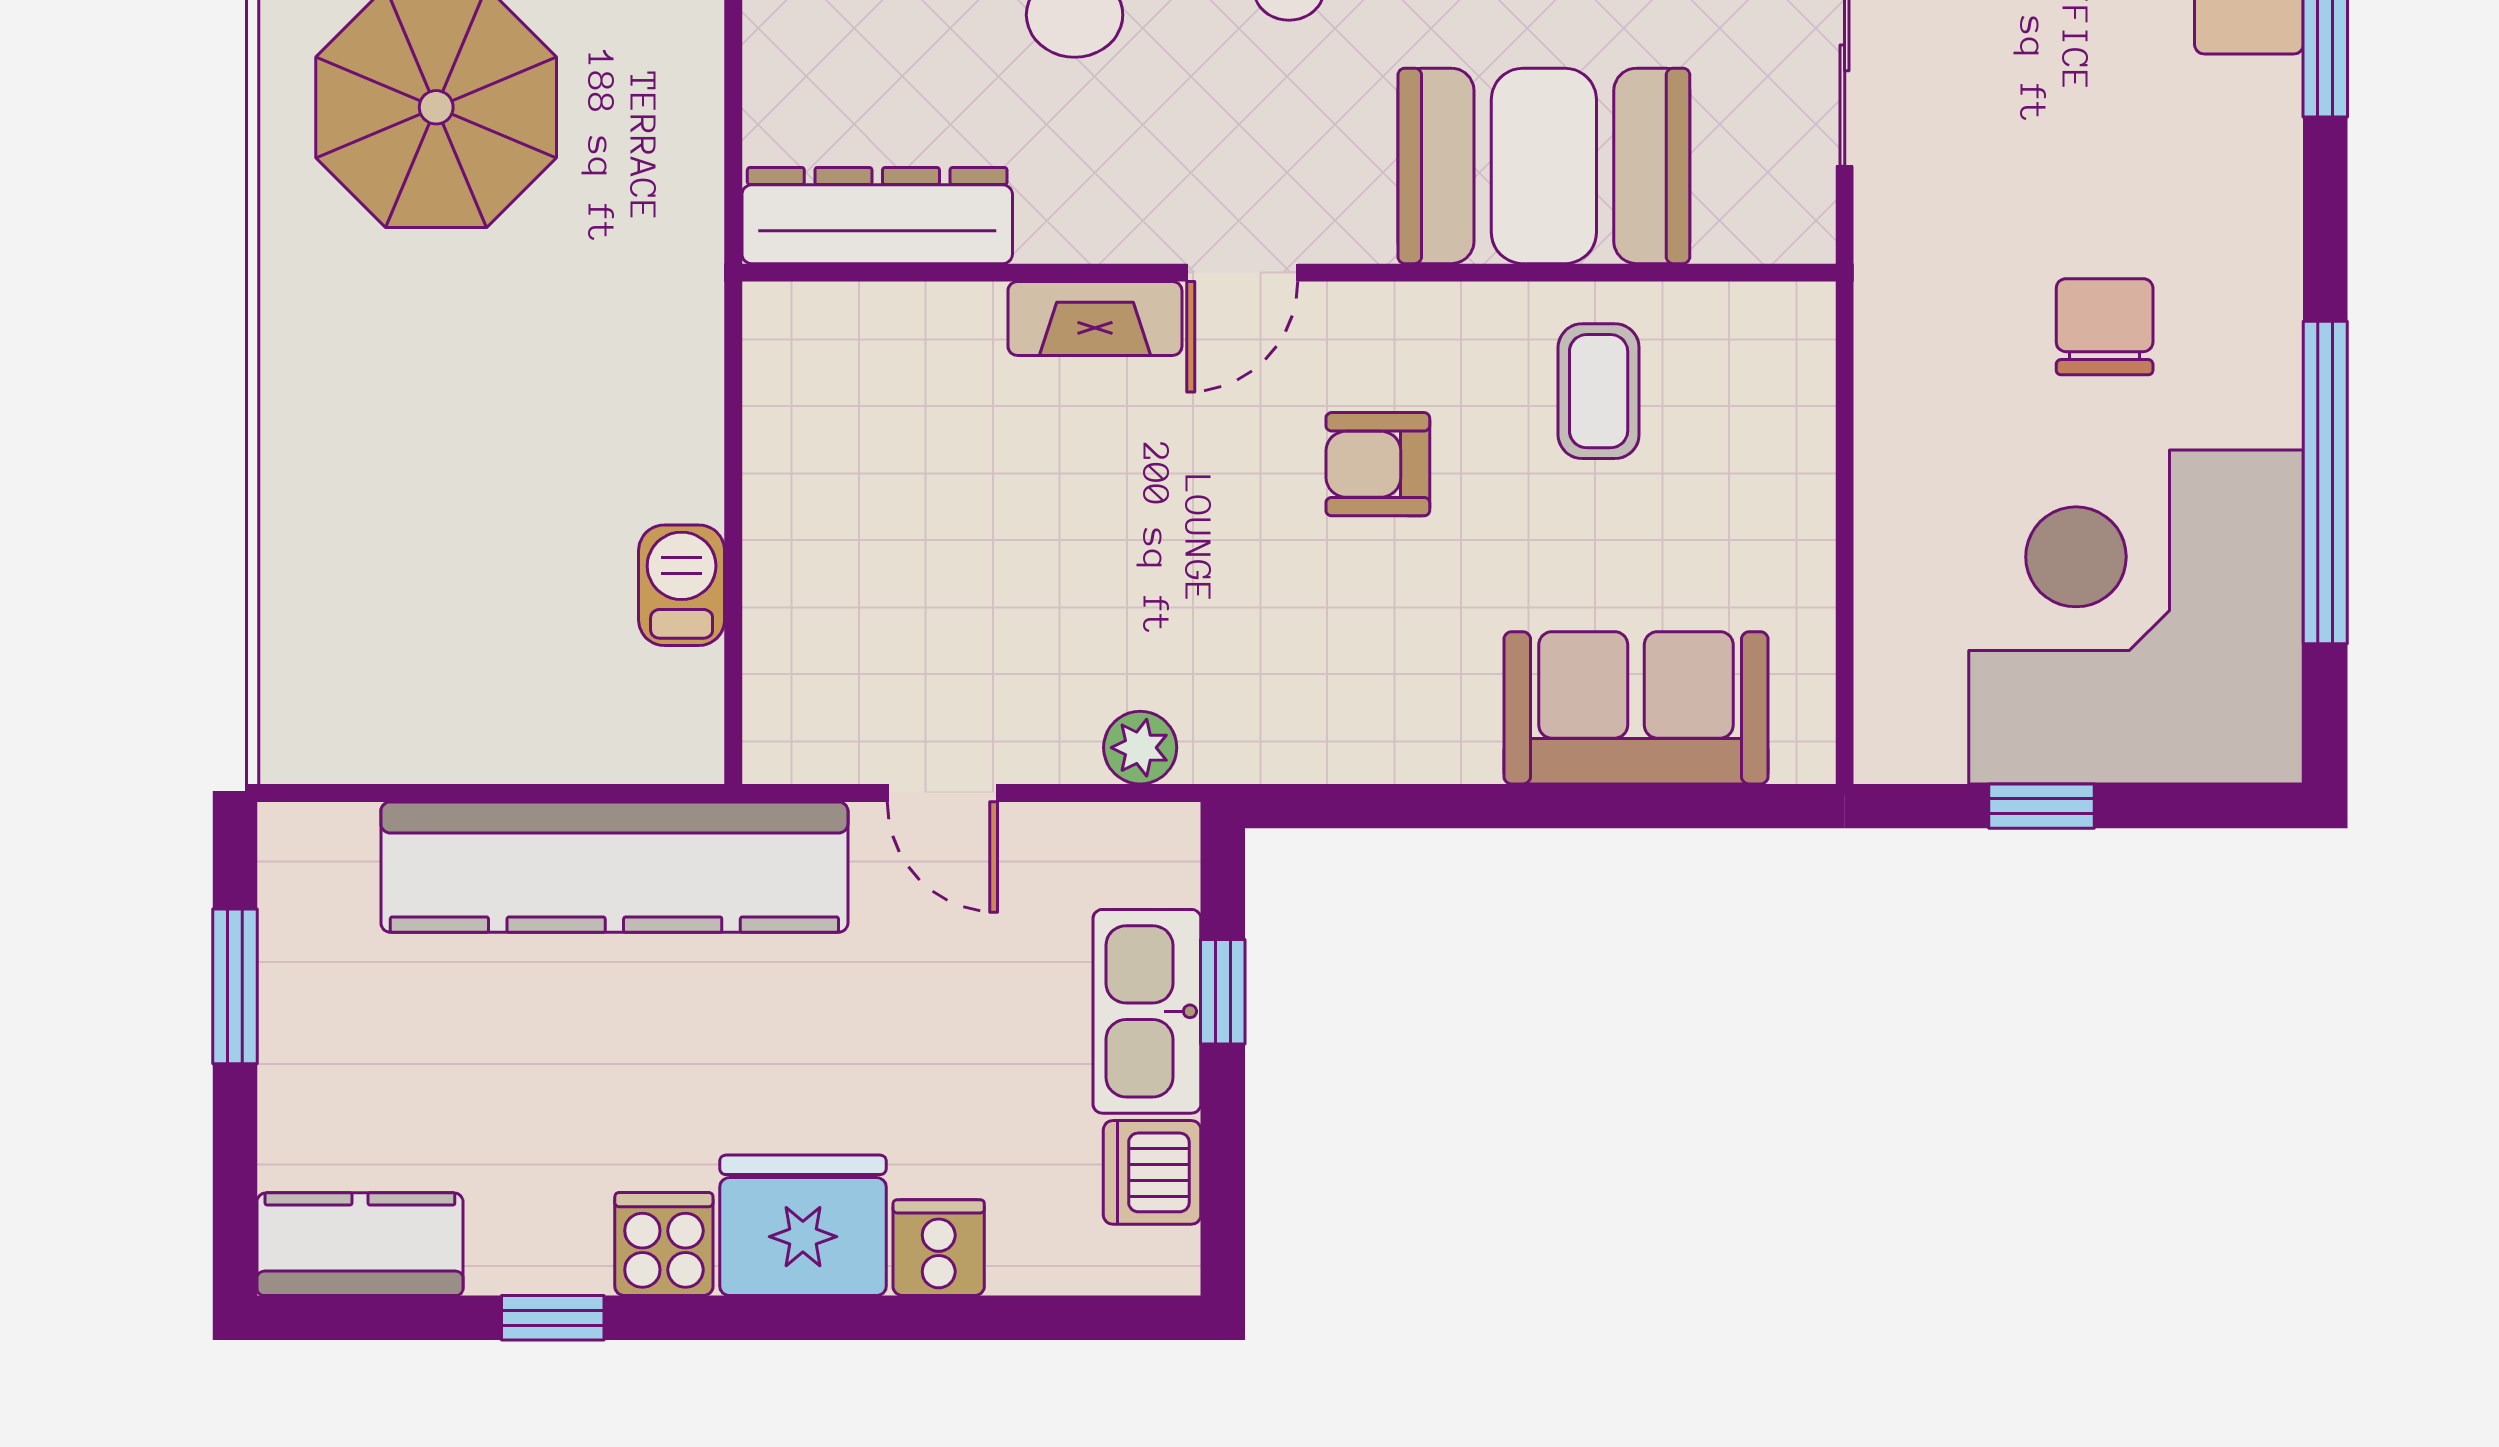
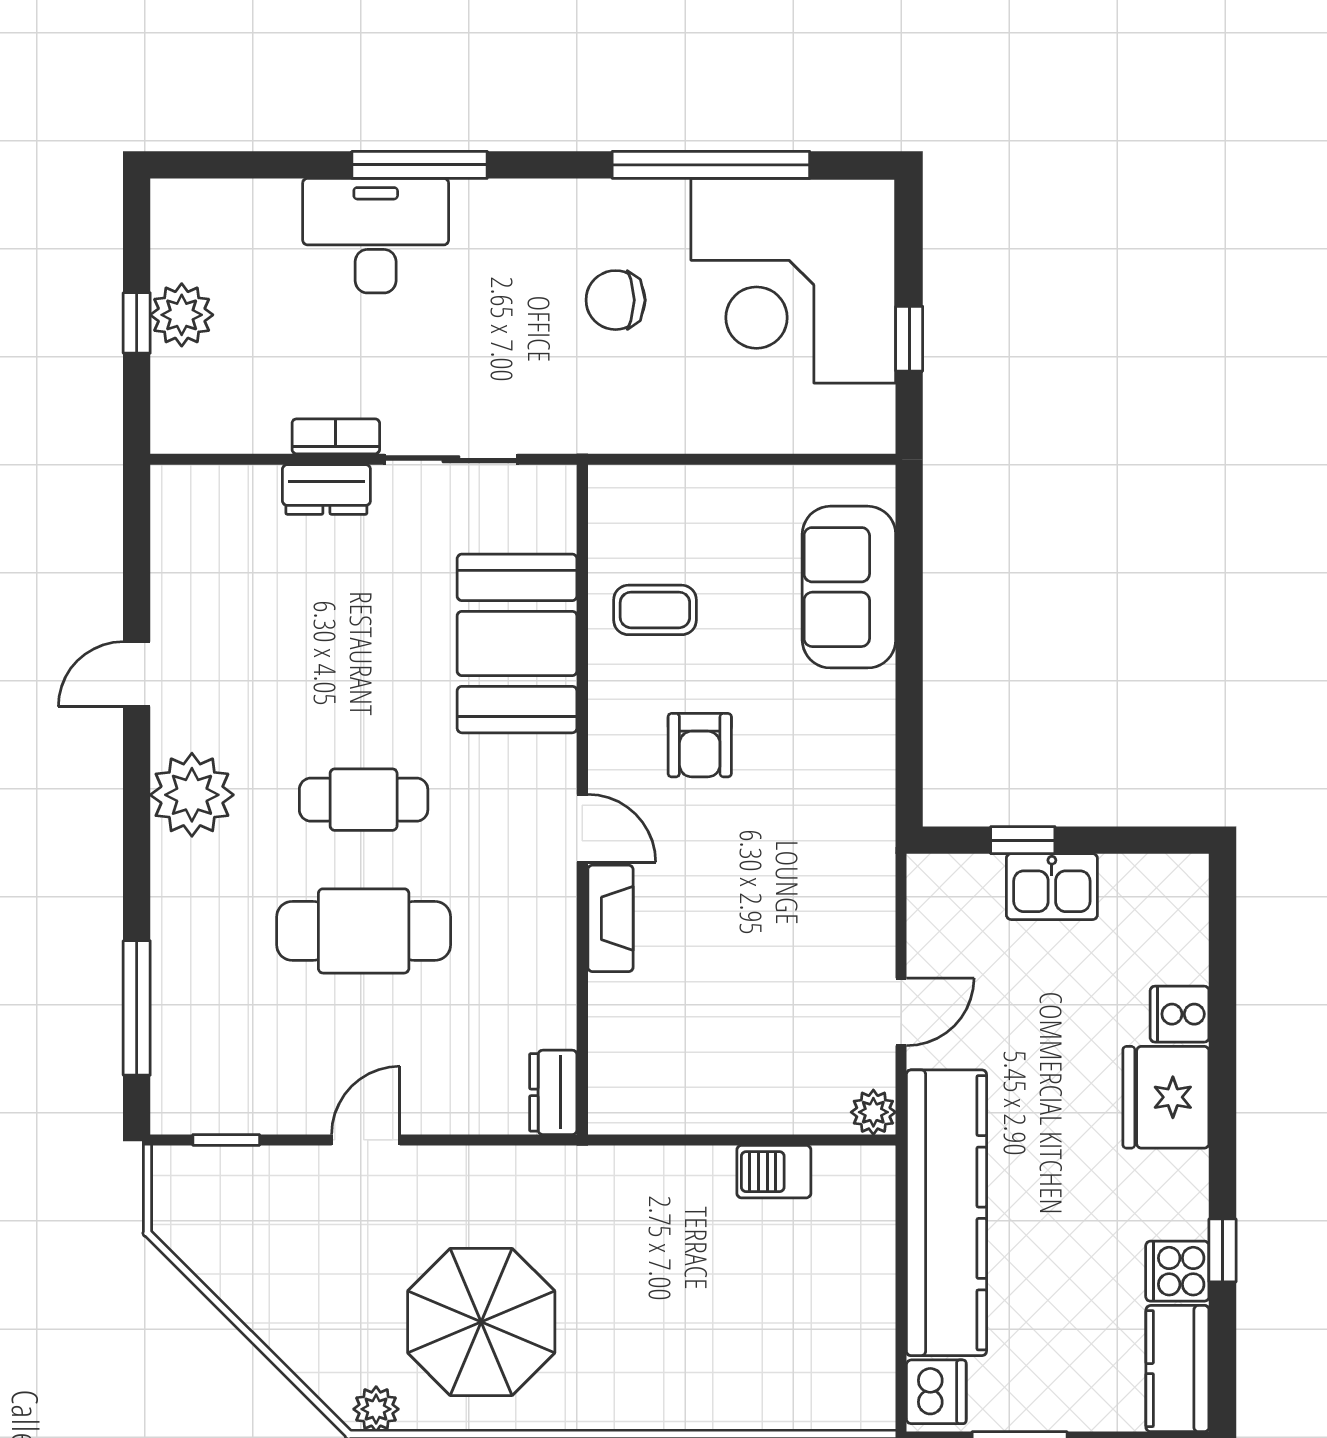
dresser: (877, 216) -> (553, 1092), width x0.51, depth x0.80
plant: (1140, 748) -> (873, 1112), moved
kitchen sink: (1147, 1011) -> (1052, 887), width x0.73
dishwasher: (1152, 1172) -> (936, 1392), moved, turned -90
cooker: (664, 1244) -> (1177, 1271), moved

